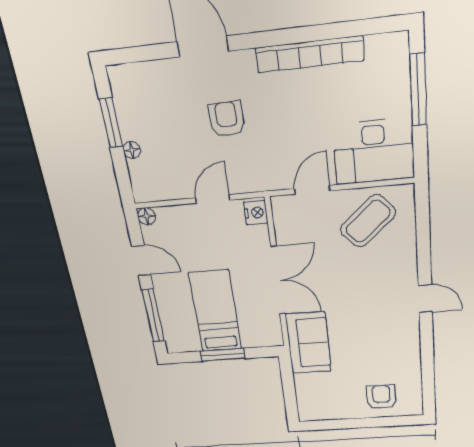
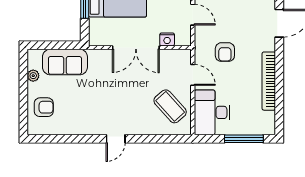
armchair: (227, 119) -> (225, 52), moved, turned 92
nightstand: (256, 213) -> (167, 39), moved
sofa: (308, 343) -> (65, 62), moved
plant: (336, 413) -> (33, 76), added

